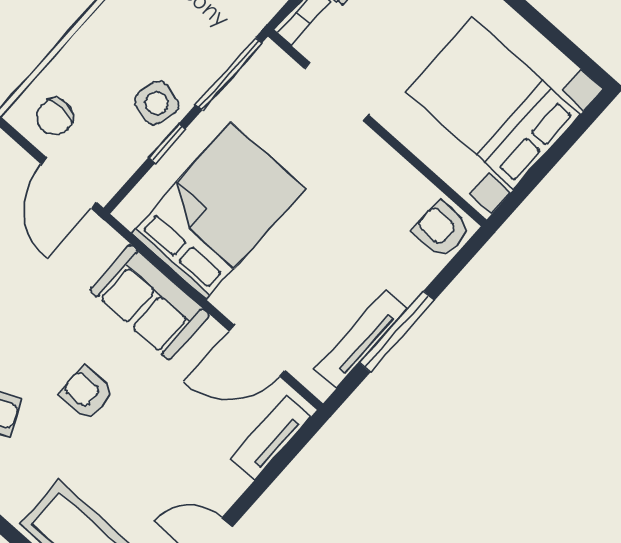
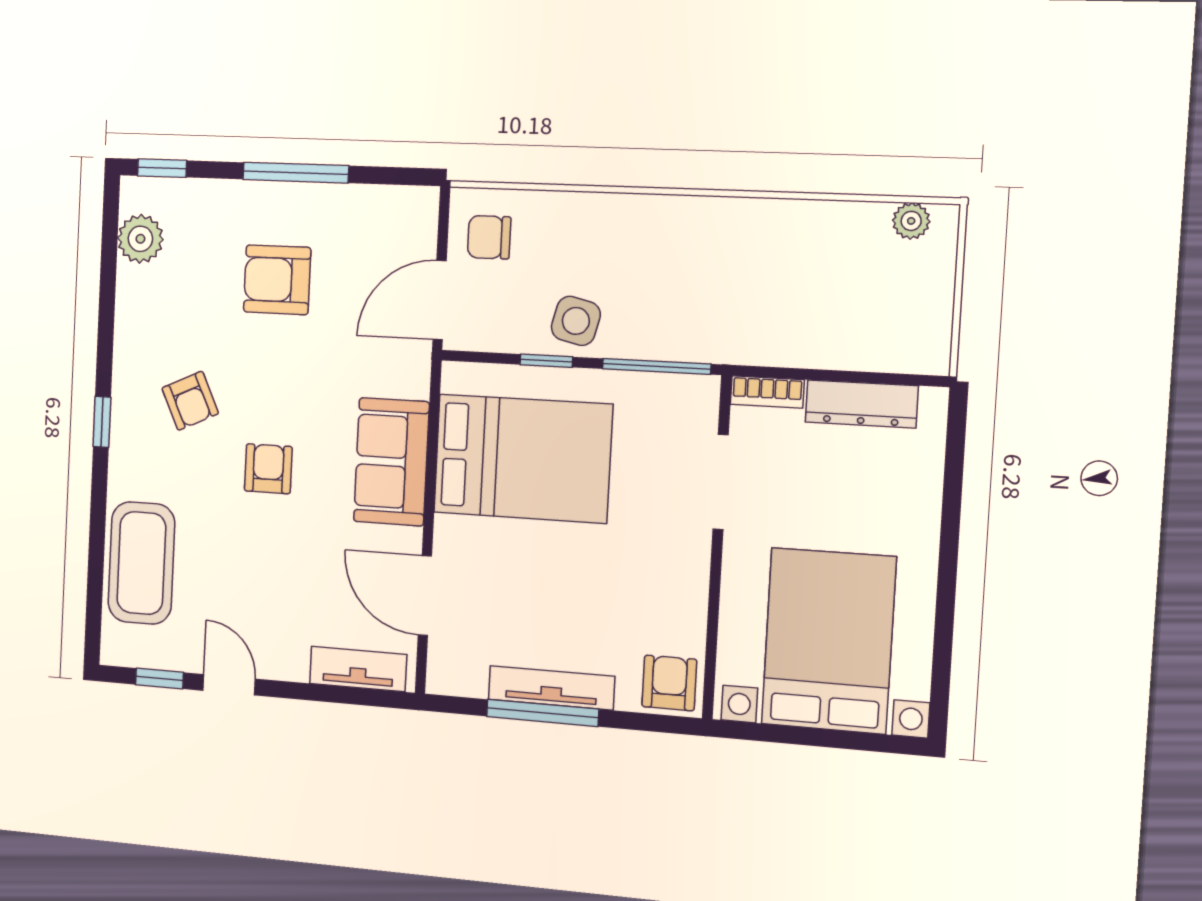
tv unit: (361, 339) -> (551, 688), moved

